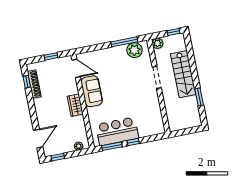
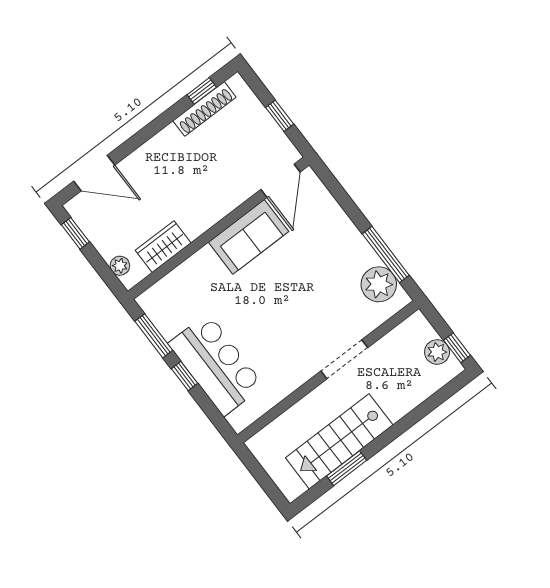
plant: (157, 43) -> (437, 352), moved
stairs: (183, 74) -> (339, 441), moved
wardrobe: (75, 105) -> (163, 247), moved
bar counter: (117, 131) -> (216, 365), moved

